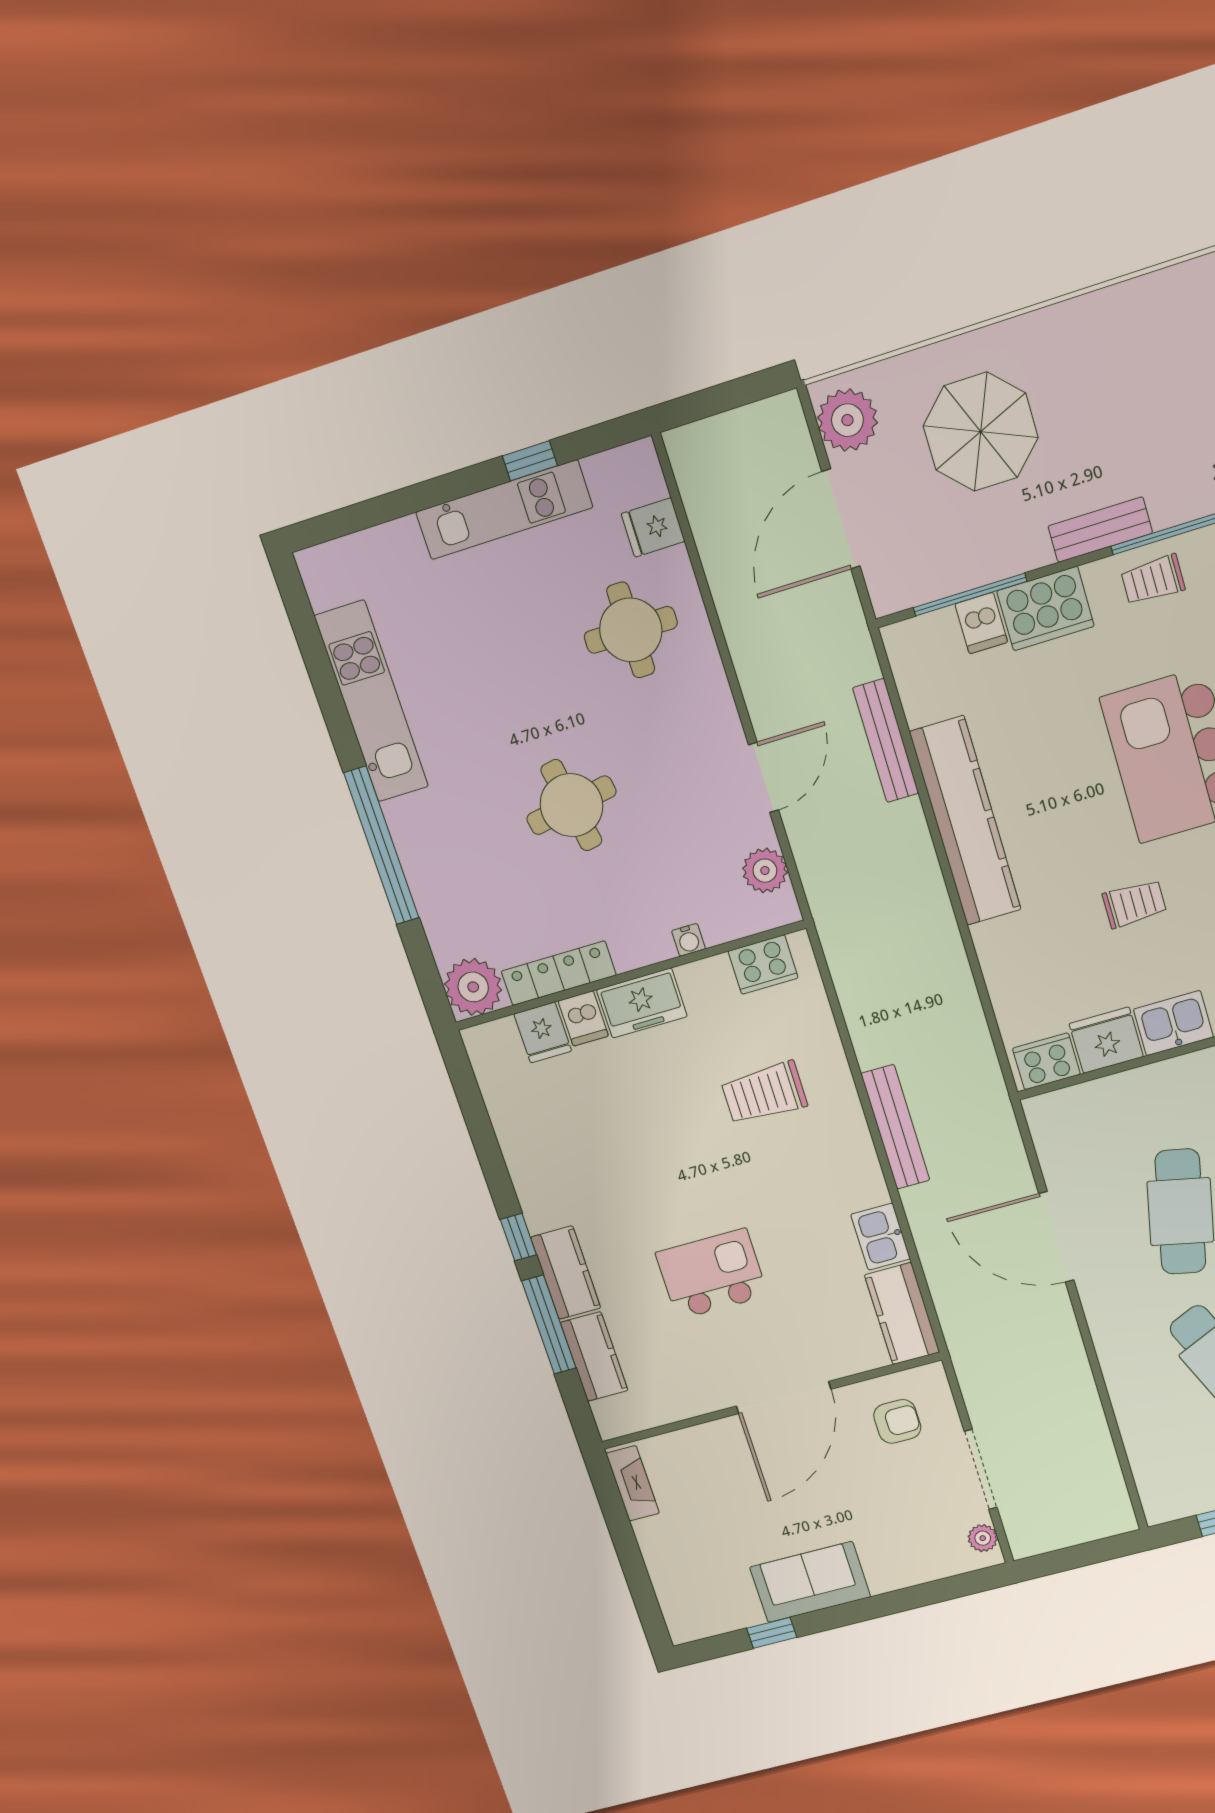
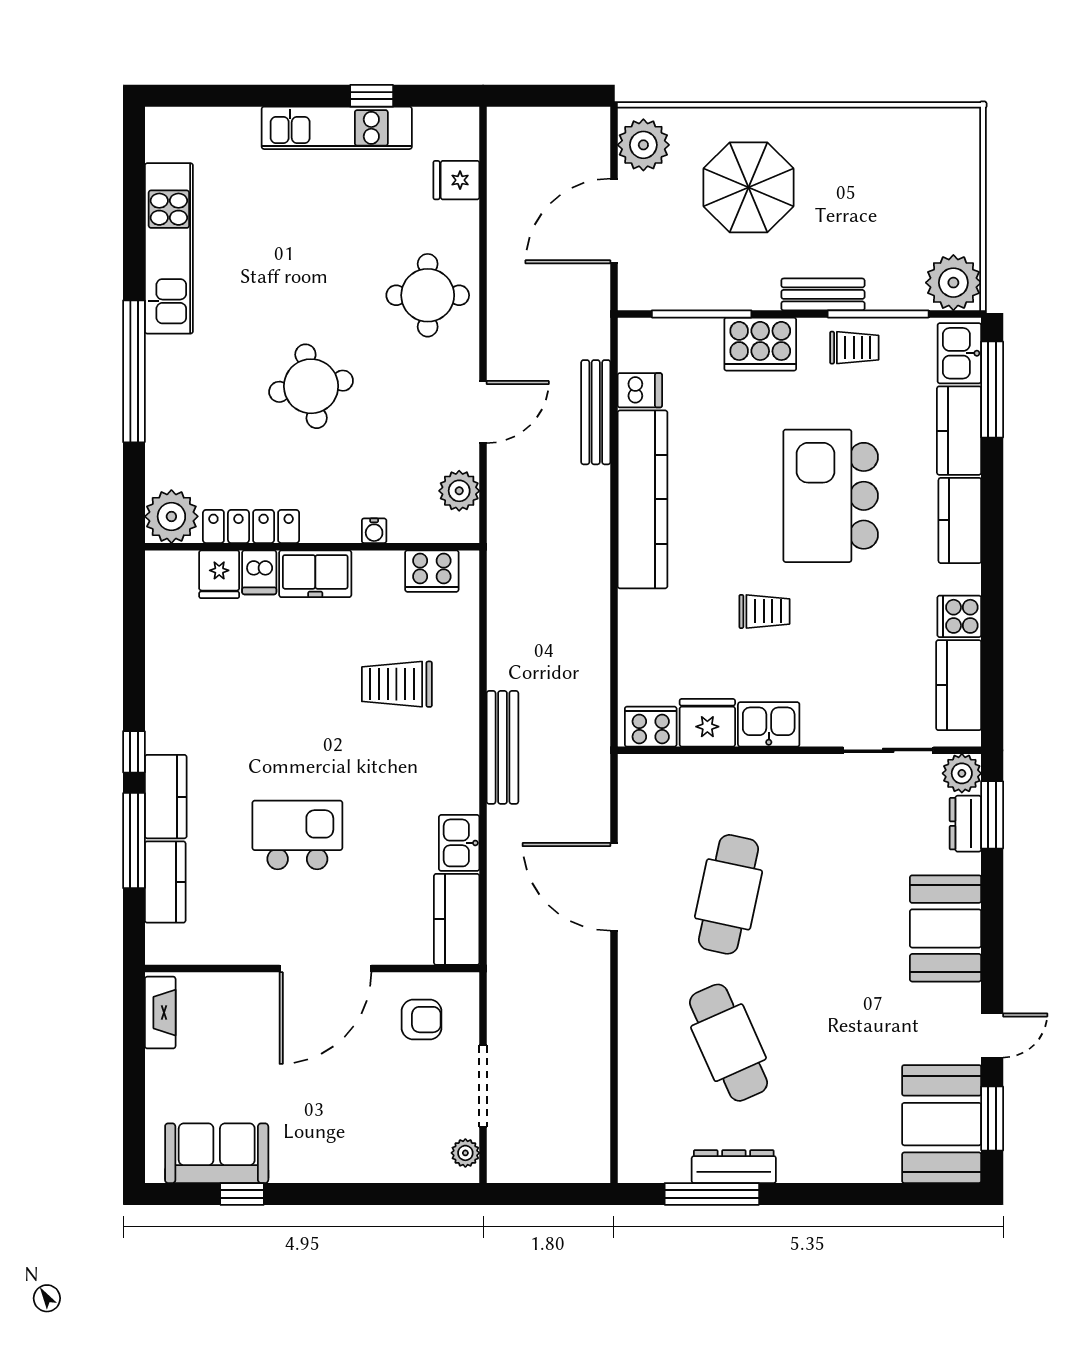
trolley: (1153, 580) -> (854, 348), turned 180
dishwasher: (981, 623) -> (640, 390), moved, turned -90
round table: (631, 630) -> (428, 295), moved
sofa: (810, 1582) -> (217, 1153), moved

